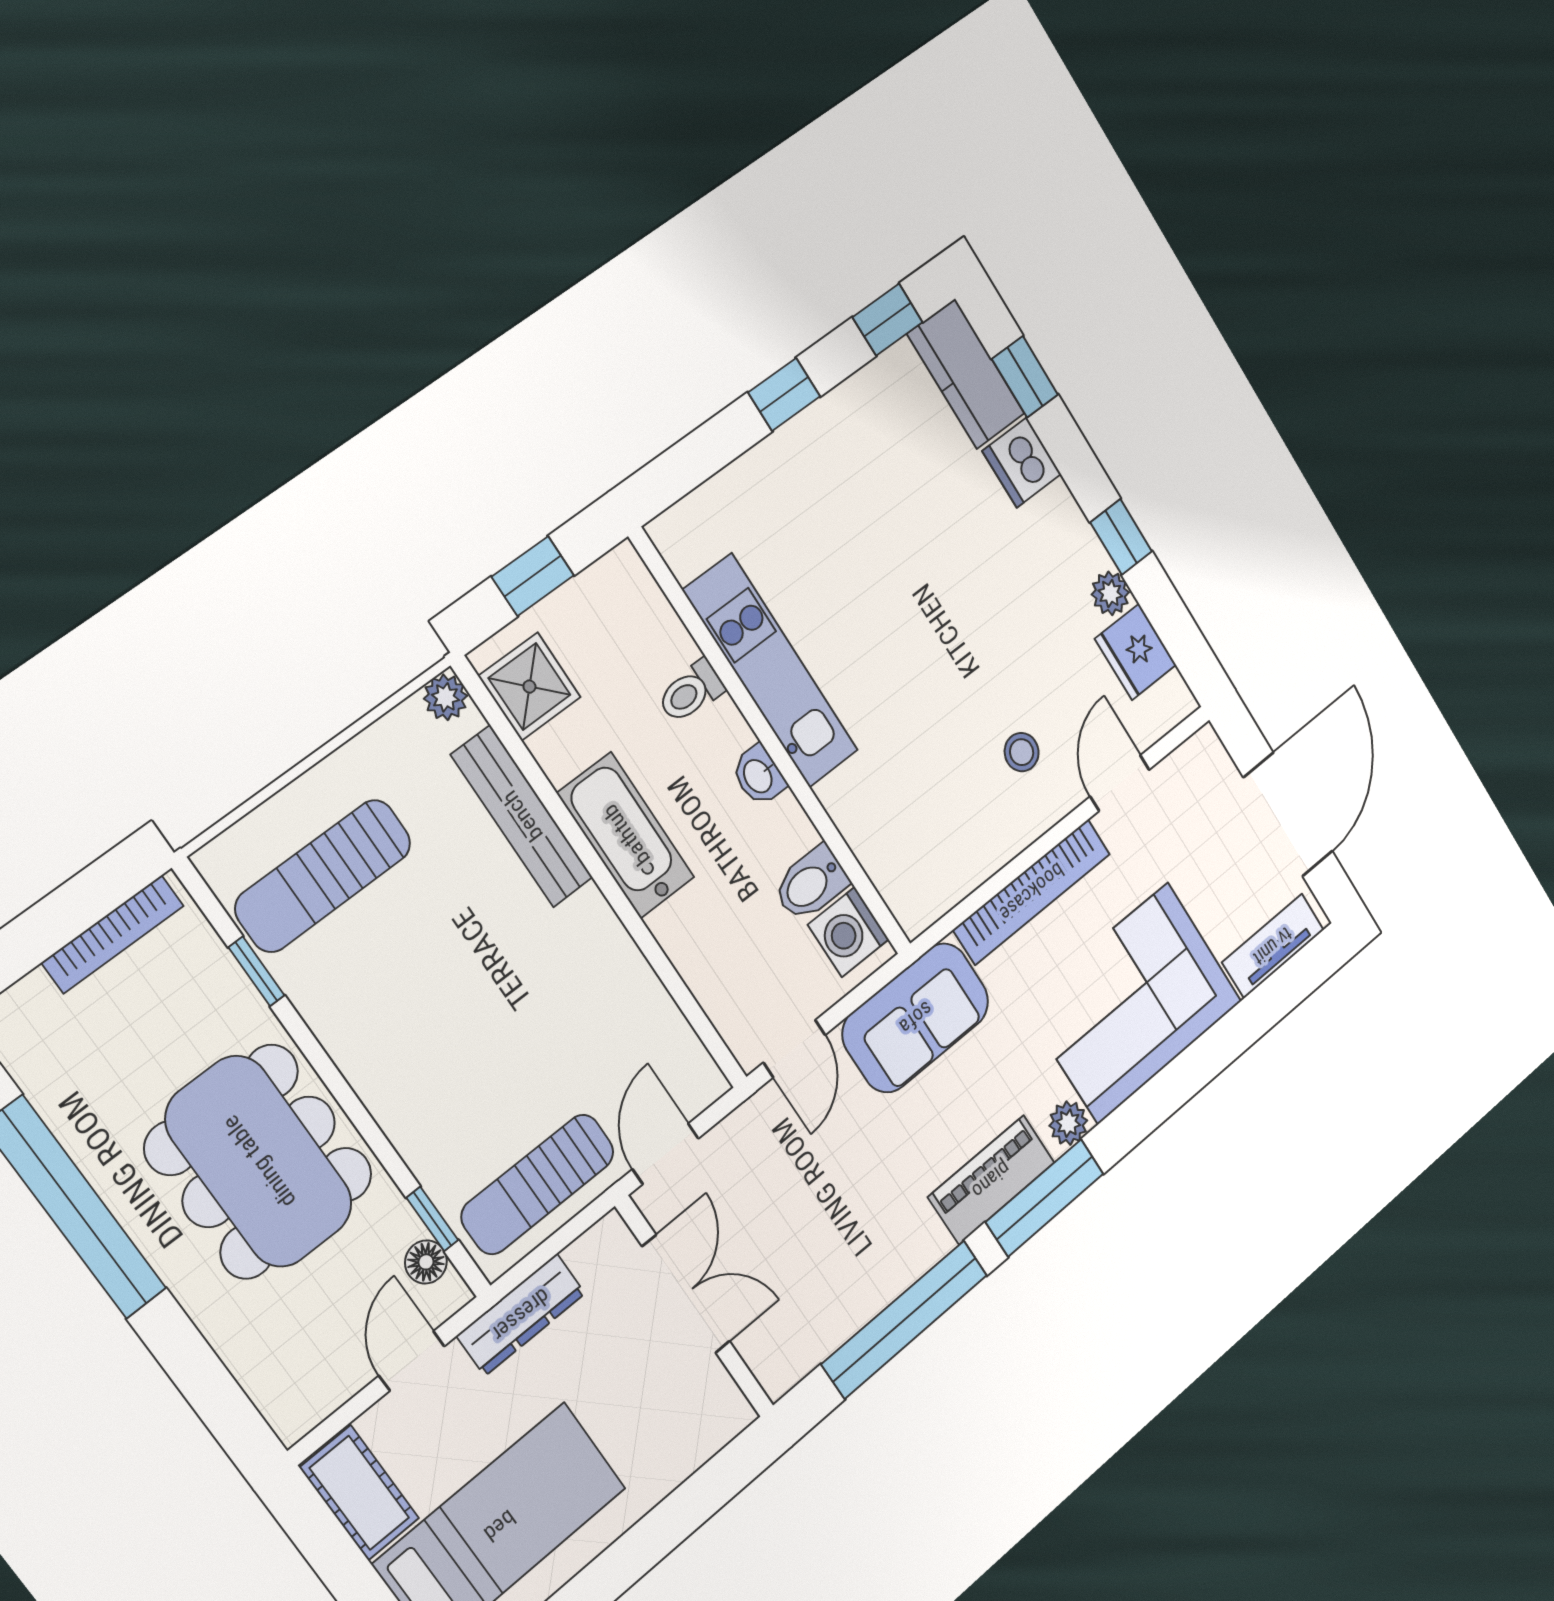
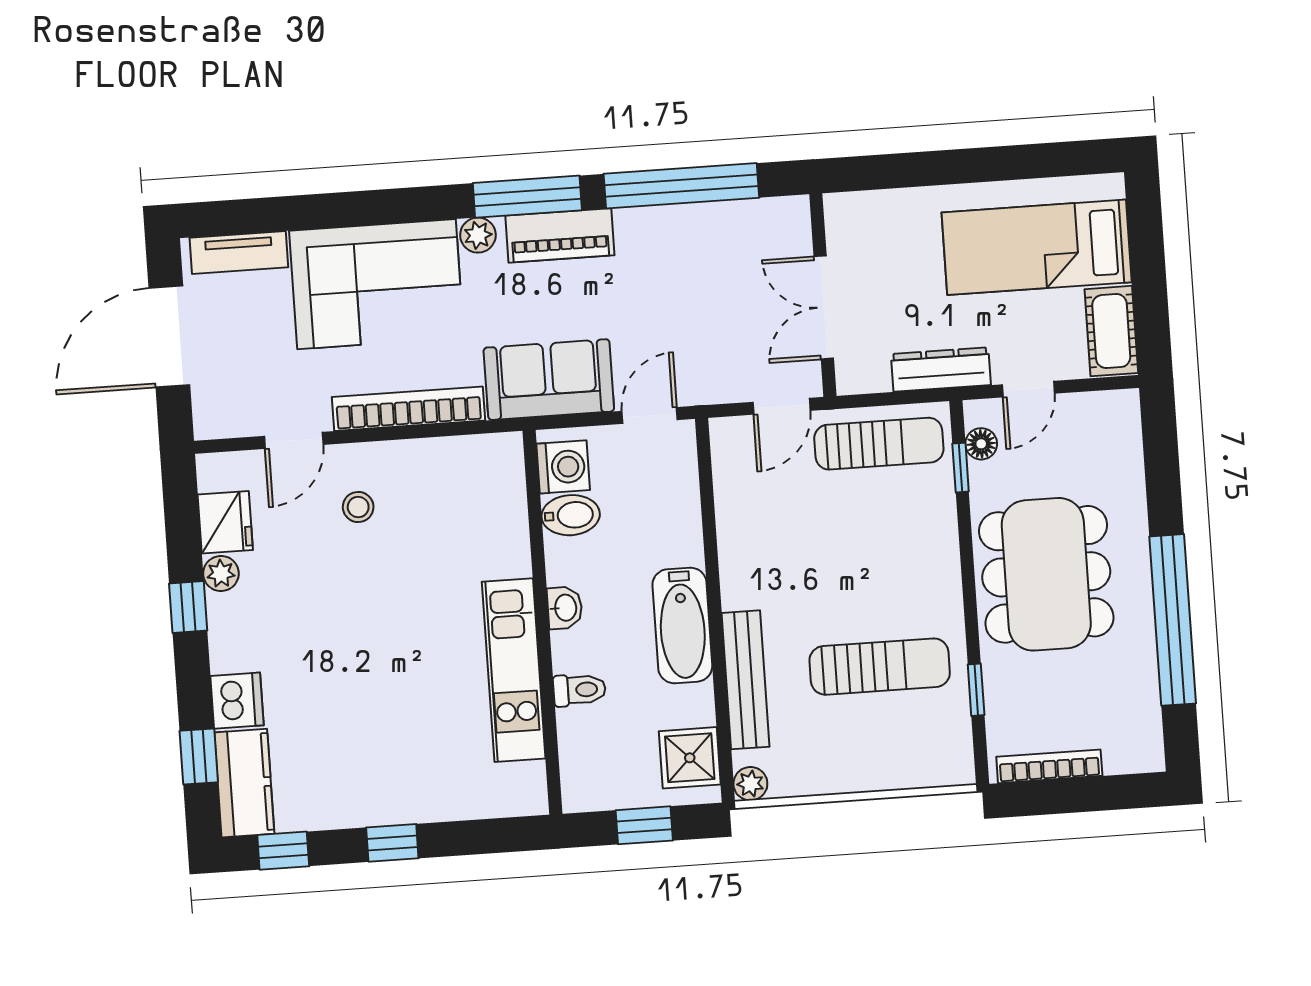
sun lounger: (323, 876) -> (880, 667), moved

